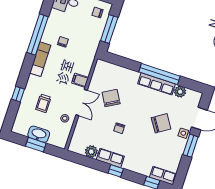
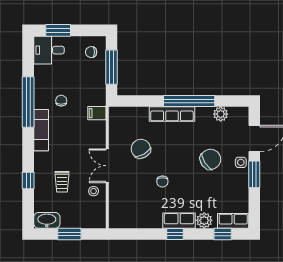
filing cabinet: (80, 80) -> (97, 113), moved
row of seats: (157, 84) -> (172, 114), moved
double door: (82, 103) -> (107, 166), swing flipped
washbasin: (39, 134) -> (47, 220), moved
plant: (91, 152) -> (204, 220), moved
row of seats: (110, 158) -> (179, 221), moved

